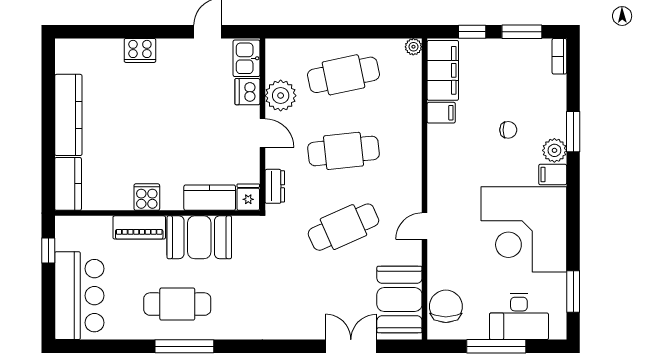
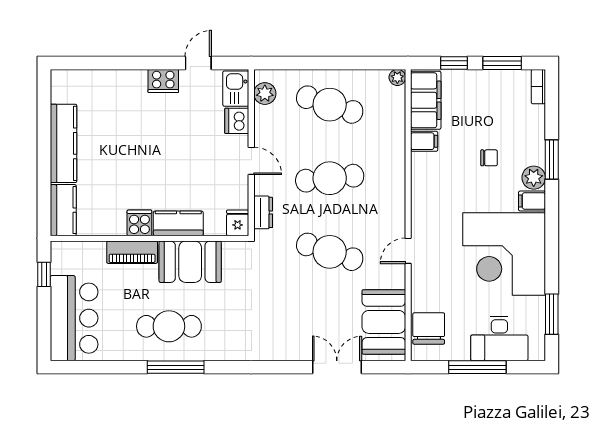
cooker: (140, 50) -> (163, 81), moved
cafe table: (343, 75) -> (330, 105), turned 30
plant: (281, 96) -> (265, 94), moved, width x0.73, depth x0.73
kitchen counter: (210, 198) -> (178, 223), moved
cafe table: (343, 227) -> (330, 252), turned 42

